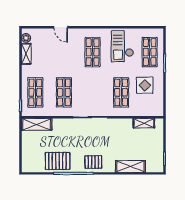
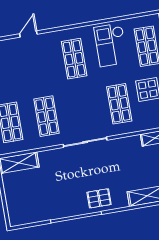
door: (61, 27) -> (28, 34), swing flipped
pallet: (58, 161) -> (53, 205), removed

